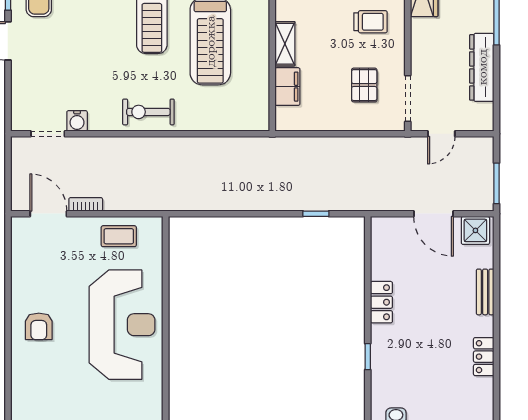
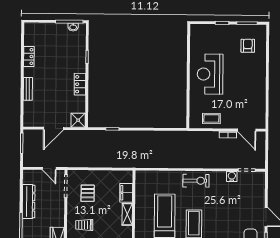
door: (441, 134) -> (49, 168), swing flipped
door: (433, 214) -> (53, 128), swing flipped
shower: (475, 230) -> (78, 120), moved
reception desk: (122, 325) -> (210, 74), width x0.74, depth x0.77
armchair: (39, 326) -> (248, 46), moved

